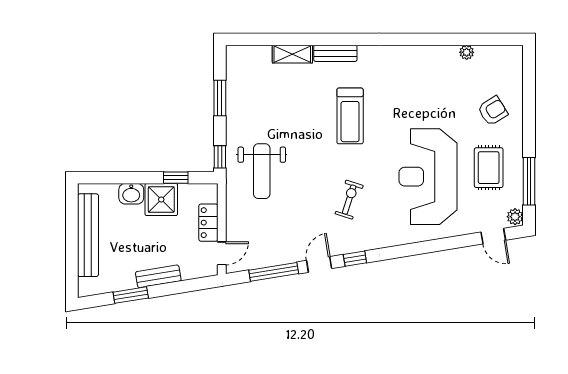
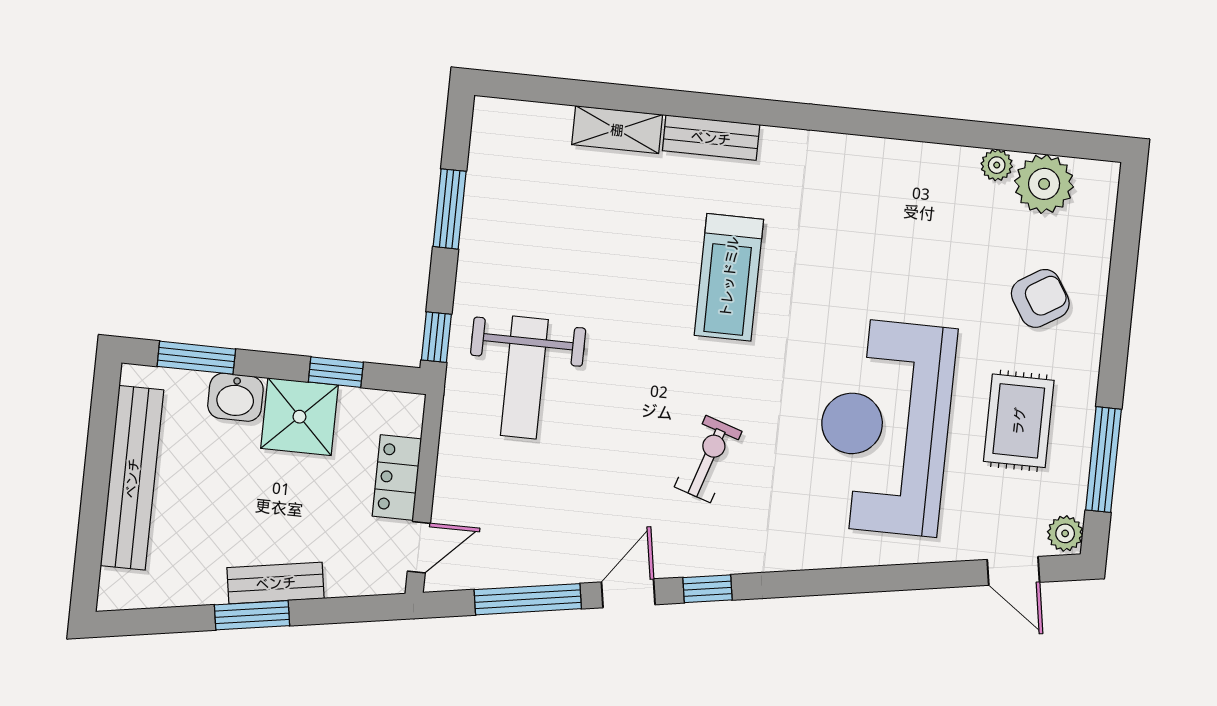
plant: (489, 59) -> (1044, 184), added
window: (112, 178) -> (196, 358), added
window: (131, 295) -> (252, 615), moved

